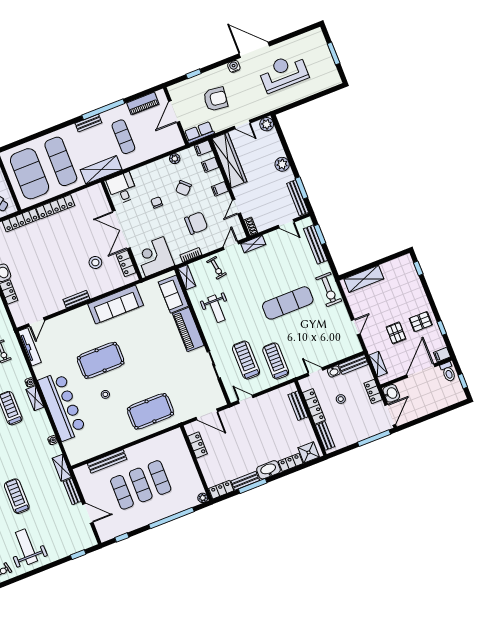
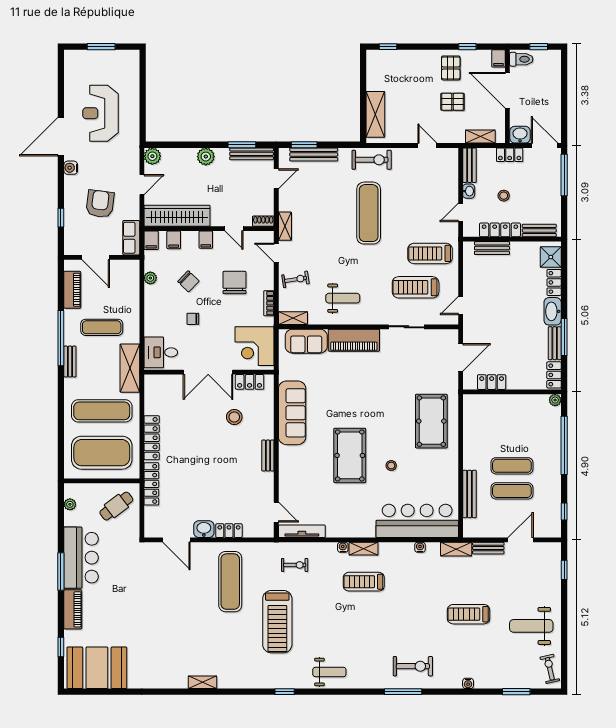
bar counter: (62, 406) -> (417, 521), moved
exercise mat: (160, 478) -> (512, 441), removed

